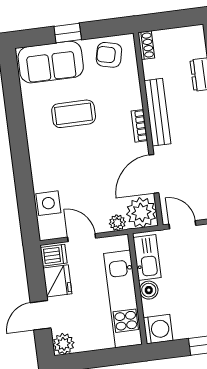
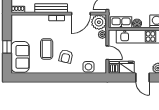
armchair: (109, 55) -> (66, 56), moved
door: (154, 174) -> (81, 14), hinge flipped
door: (82, 238) -> (107, 53), swing flipped

